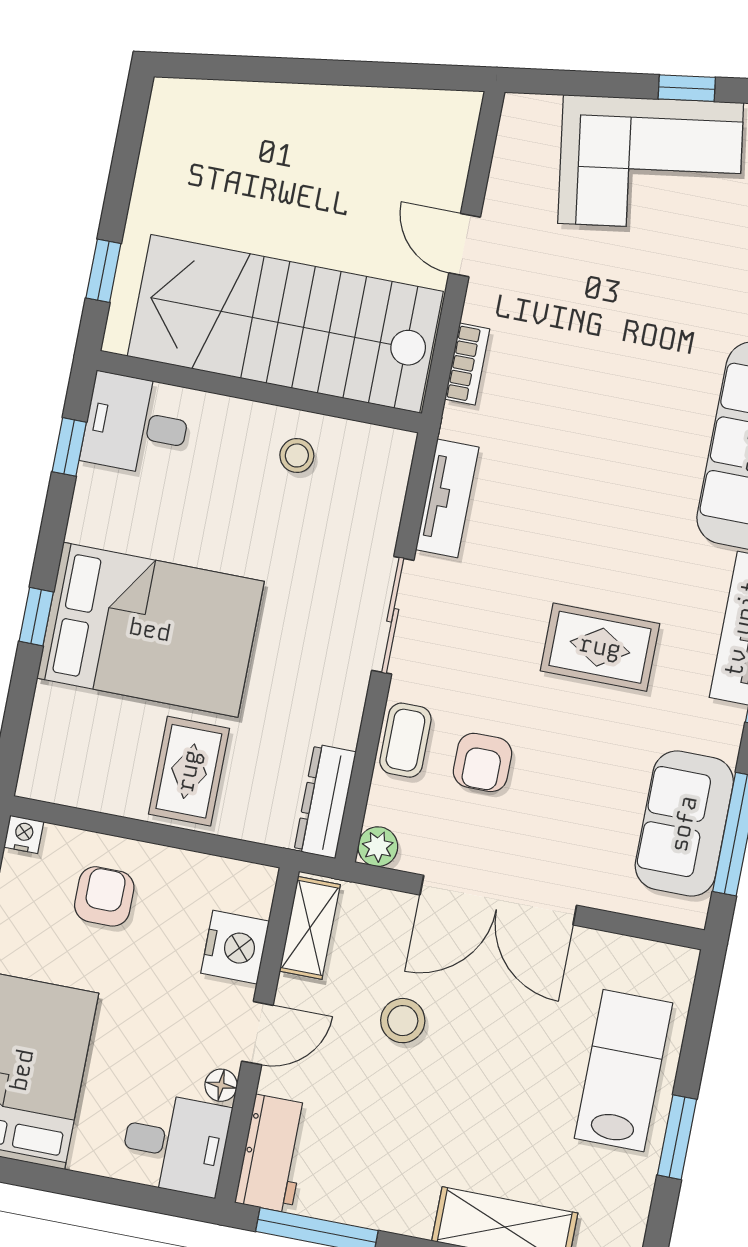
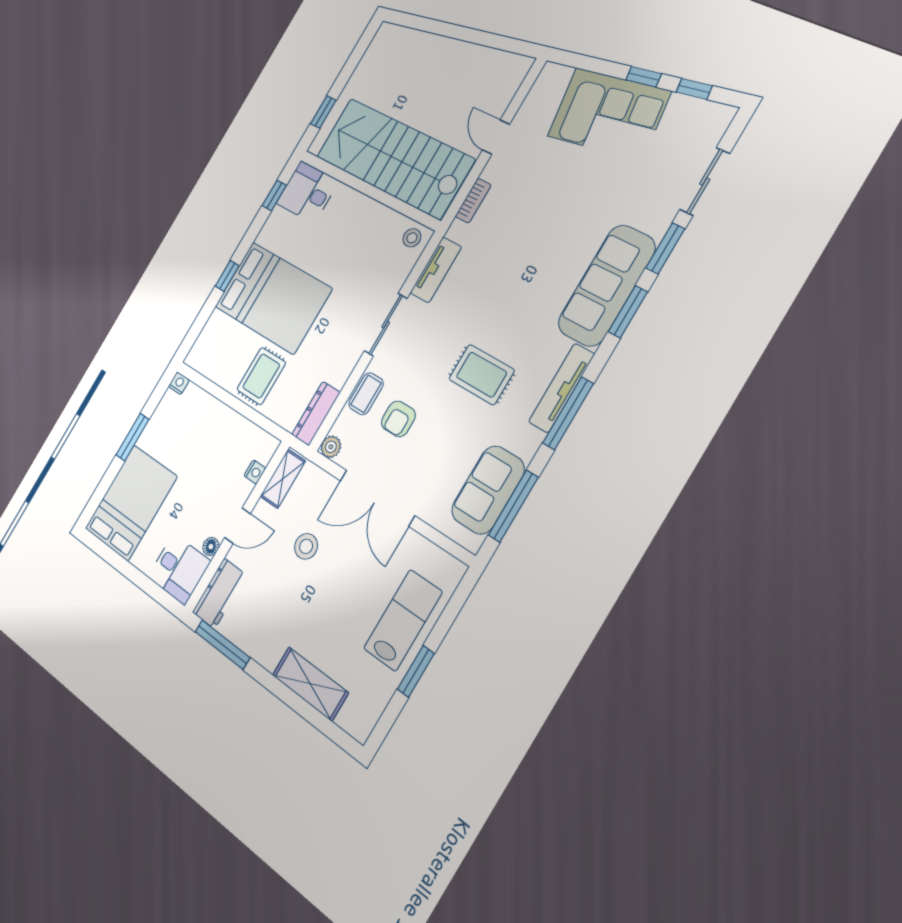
stool: (297, 455) -> (412, 238), moved
armchair: (104, 896) -> (200, 427), removed
nightstand: (235, 947) -> (255, 472), width x0.53, depth x0.56

